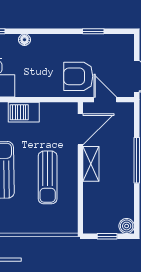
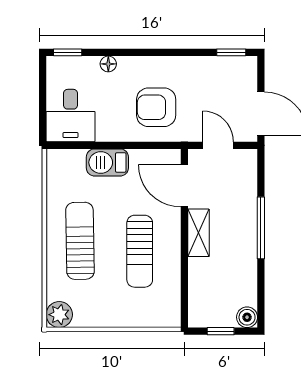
window: (93, 31) -> (231, 52), moved
armchair: (78, 76) -> (156, 107), moved
door: (80, 129) -> (184, 186), swing flipped

